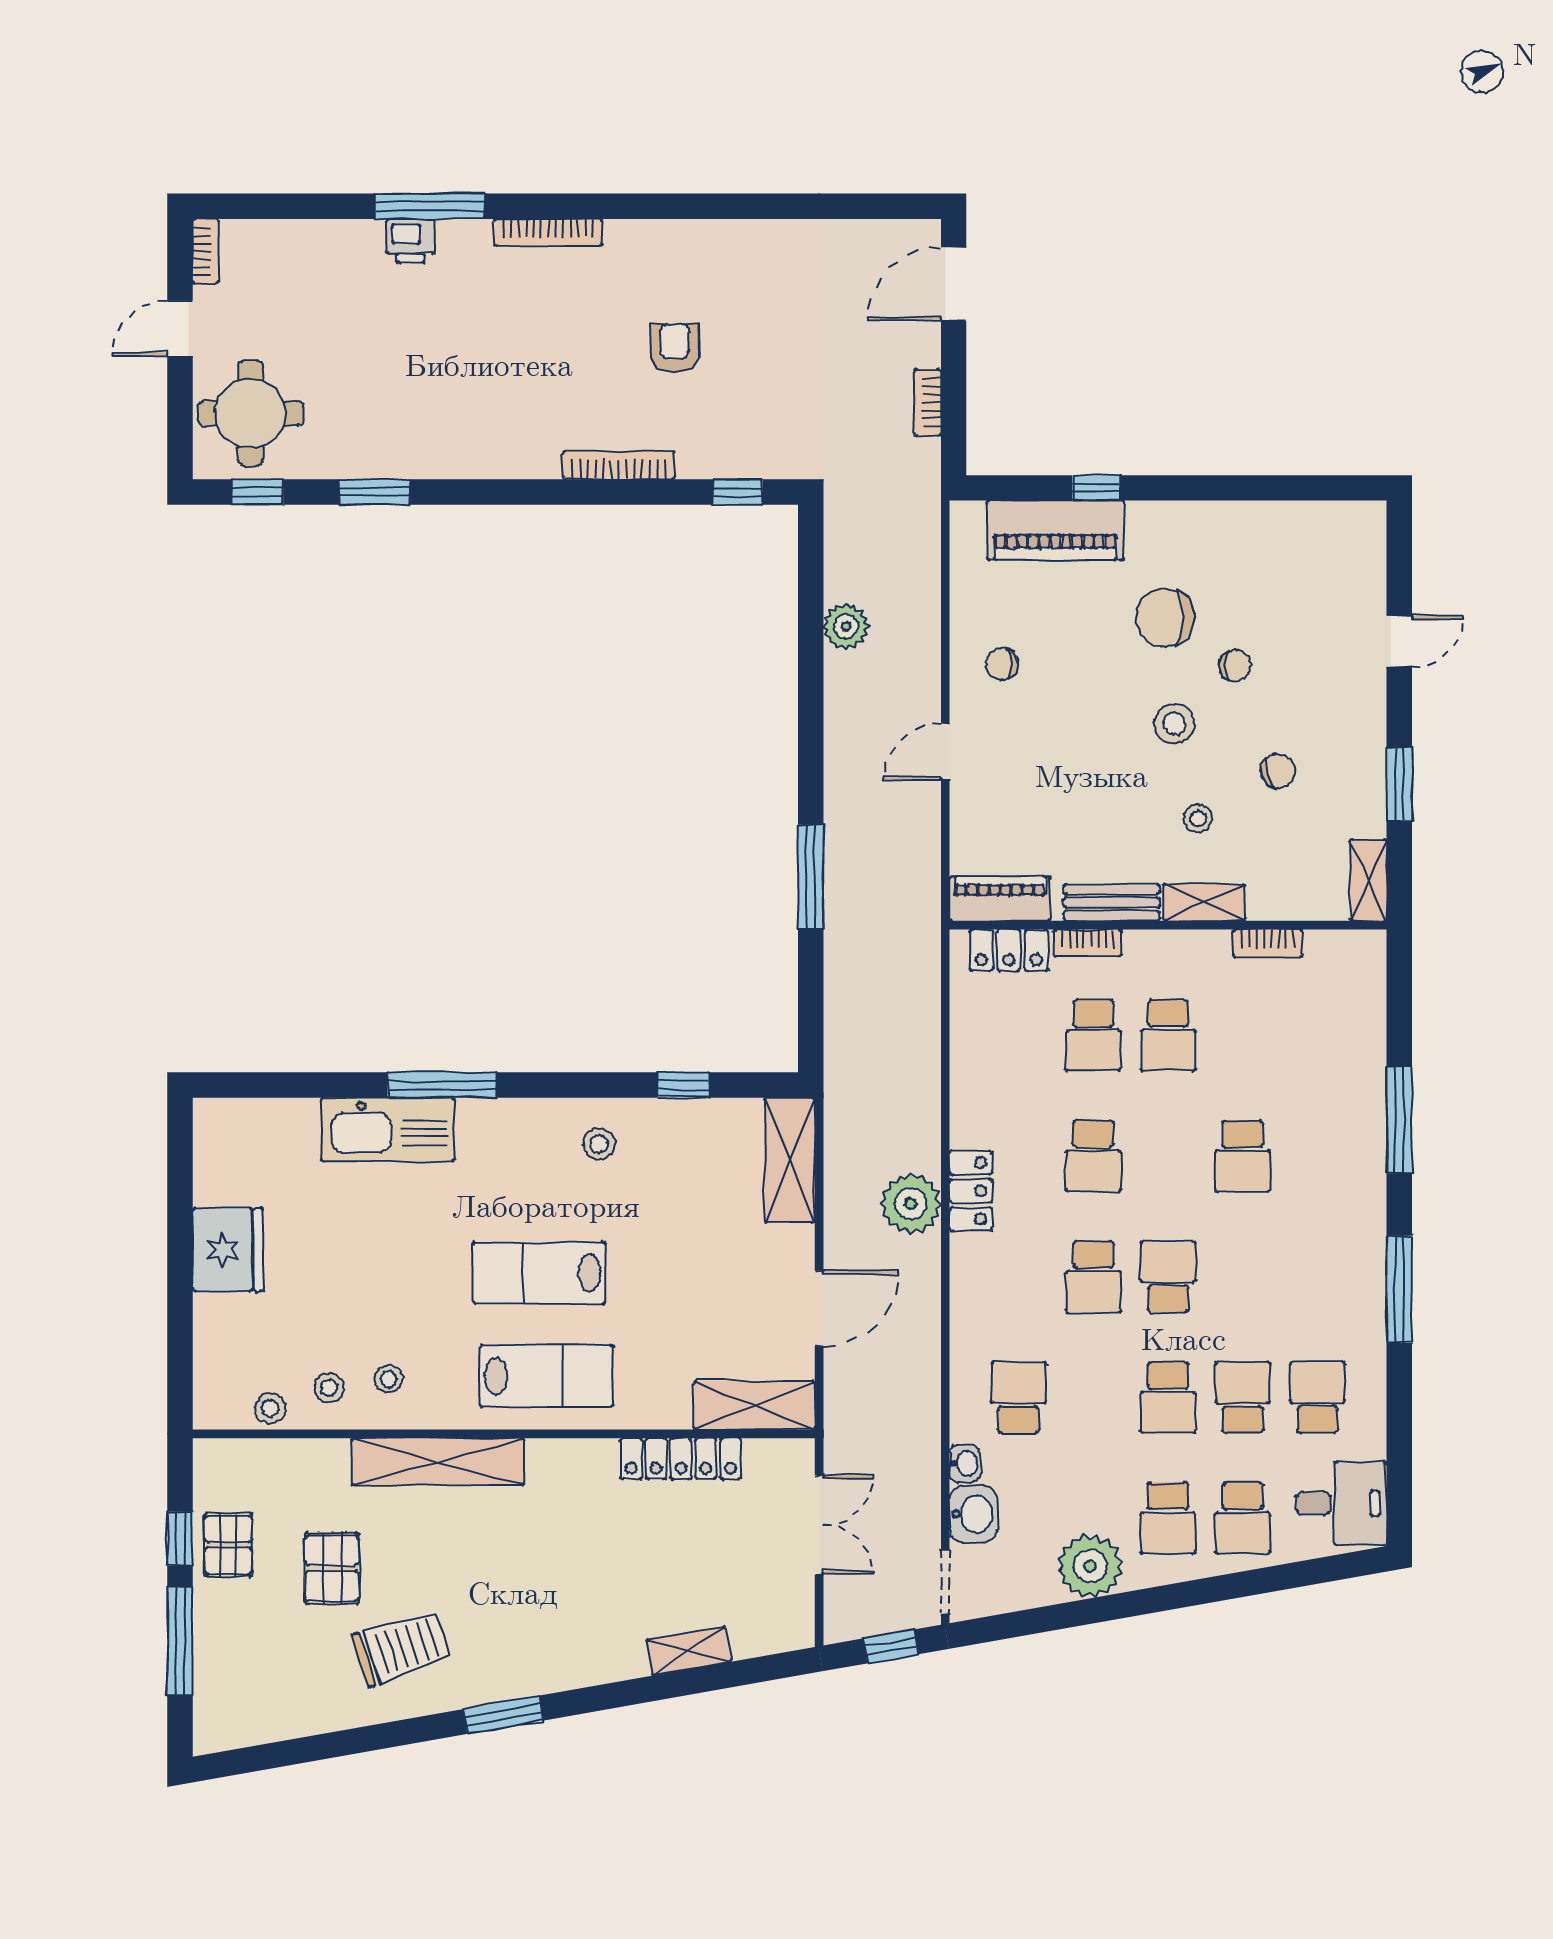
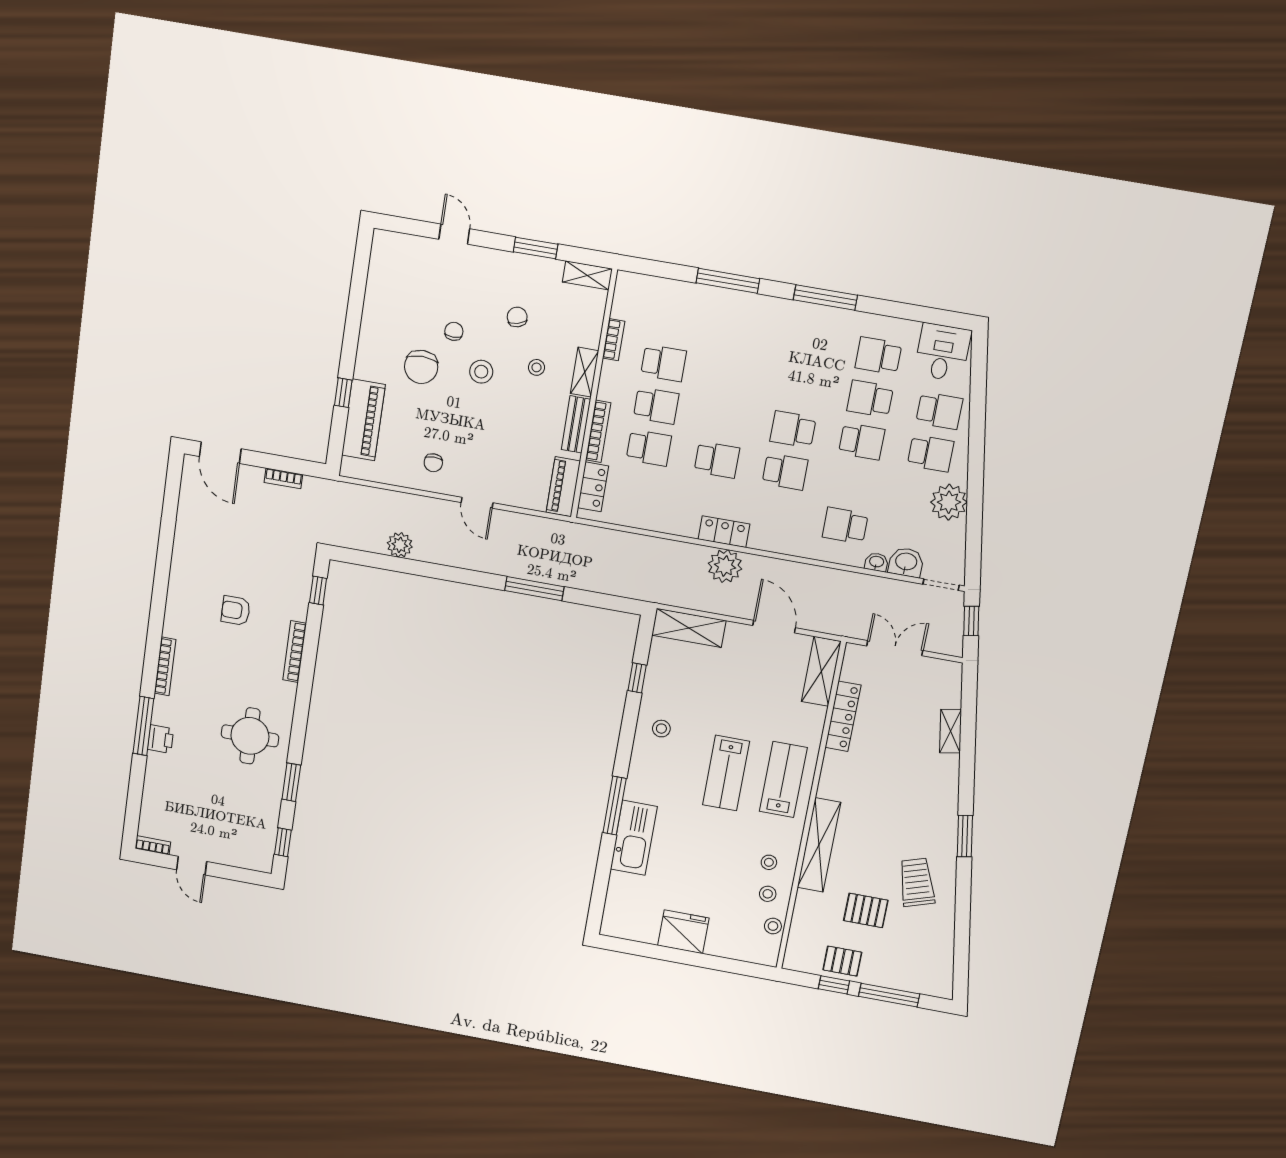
round table: (251, 413) -> (250, 736), moved
bookcase: (1088, 943) -> (598, 431), width x1.56
school desk: (1243, 1156) -> (663, 363), moved

